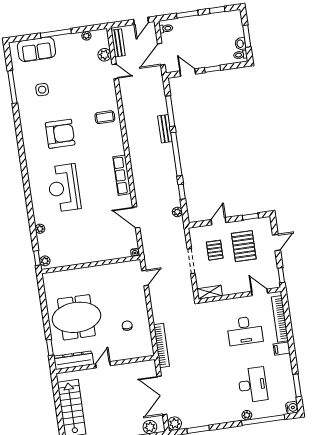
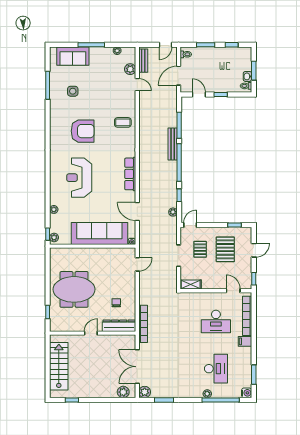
bench: (165, 129) -> (173, 144), width x1.36
door: (219, 221) -> (190, 225), moved
sofa: (96, 249) -> (99, 233), added
dresser: (74, 360) -> (119, 326), moved

